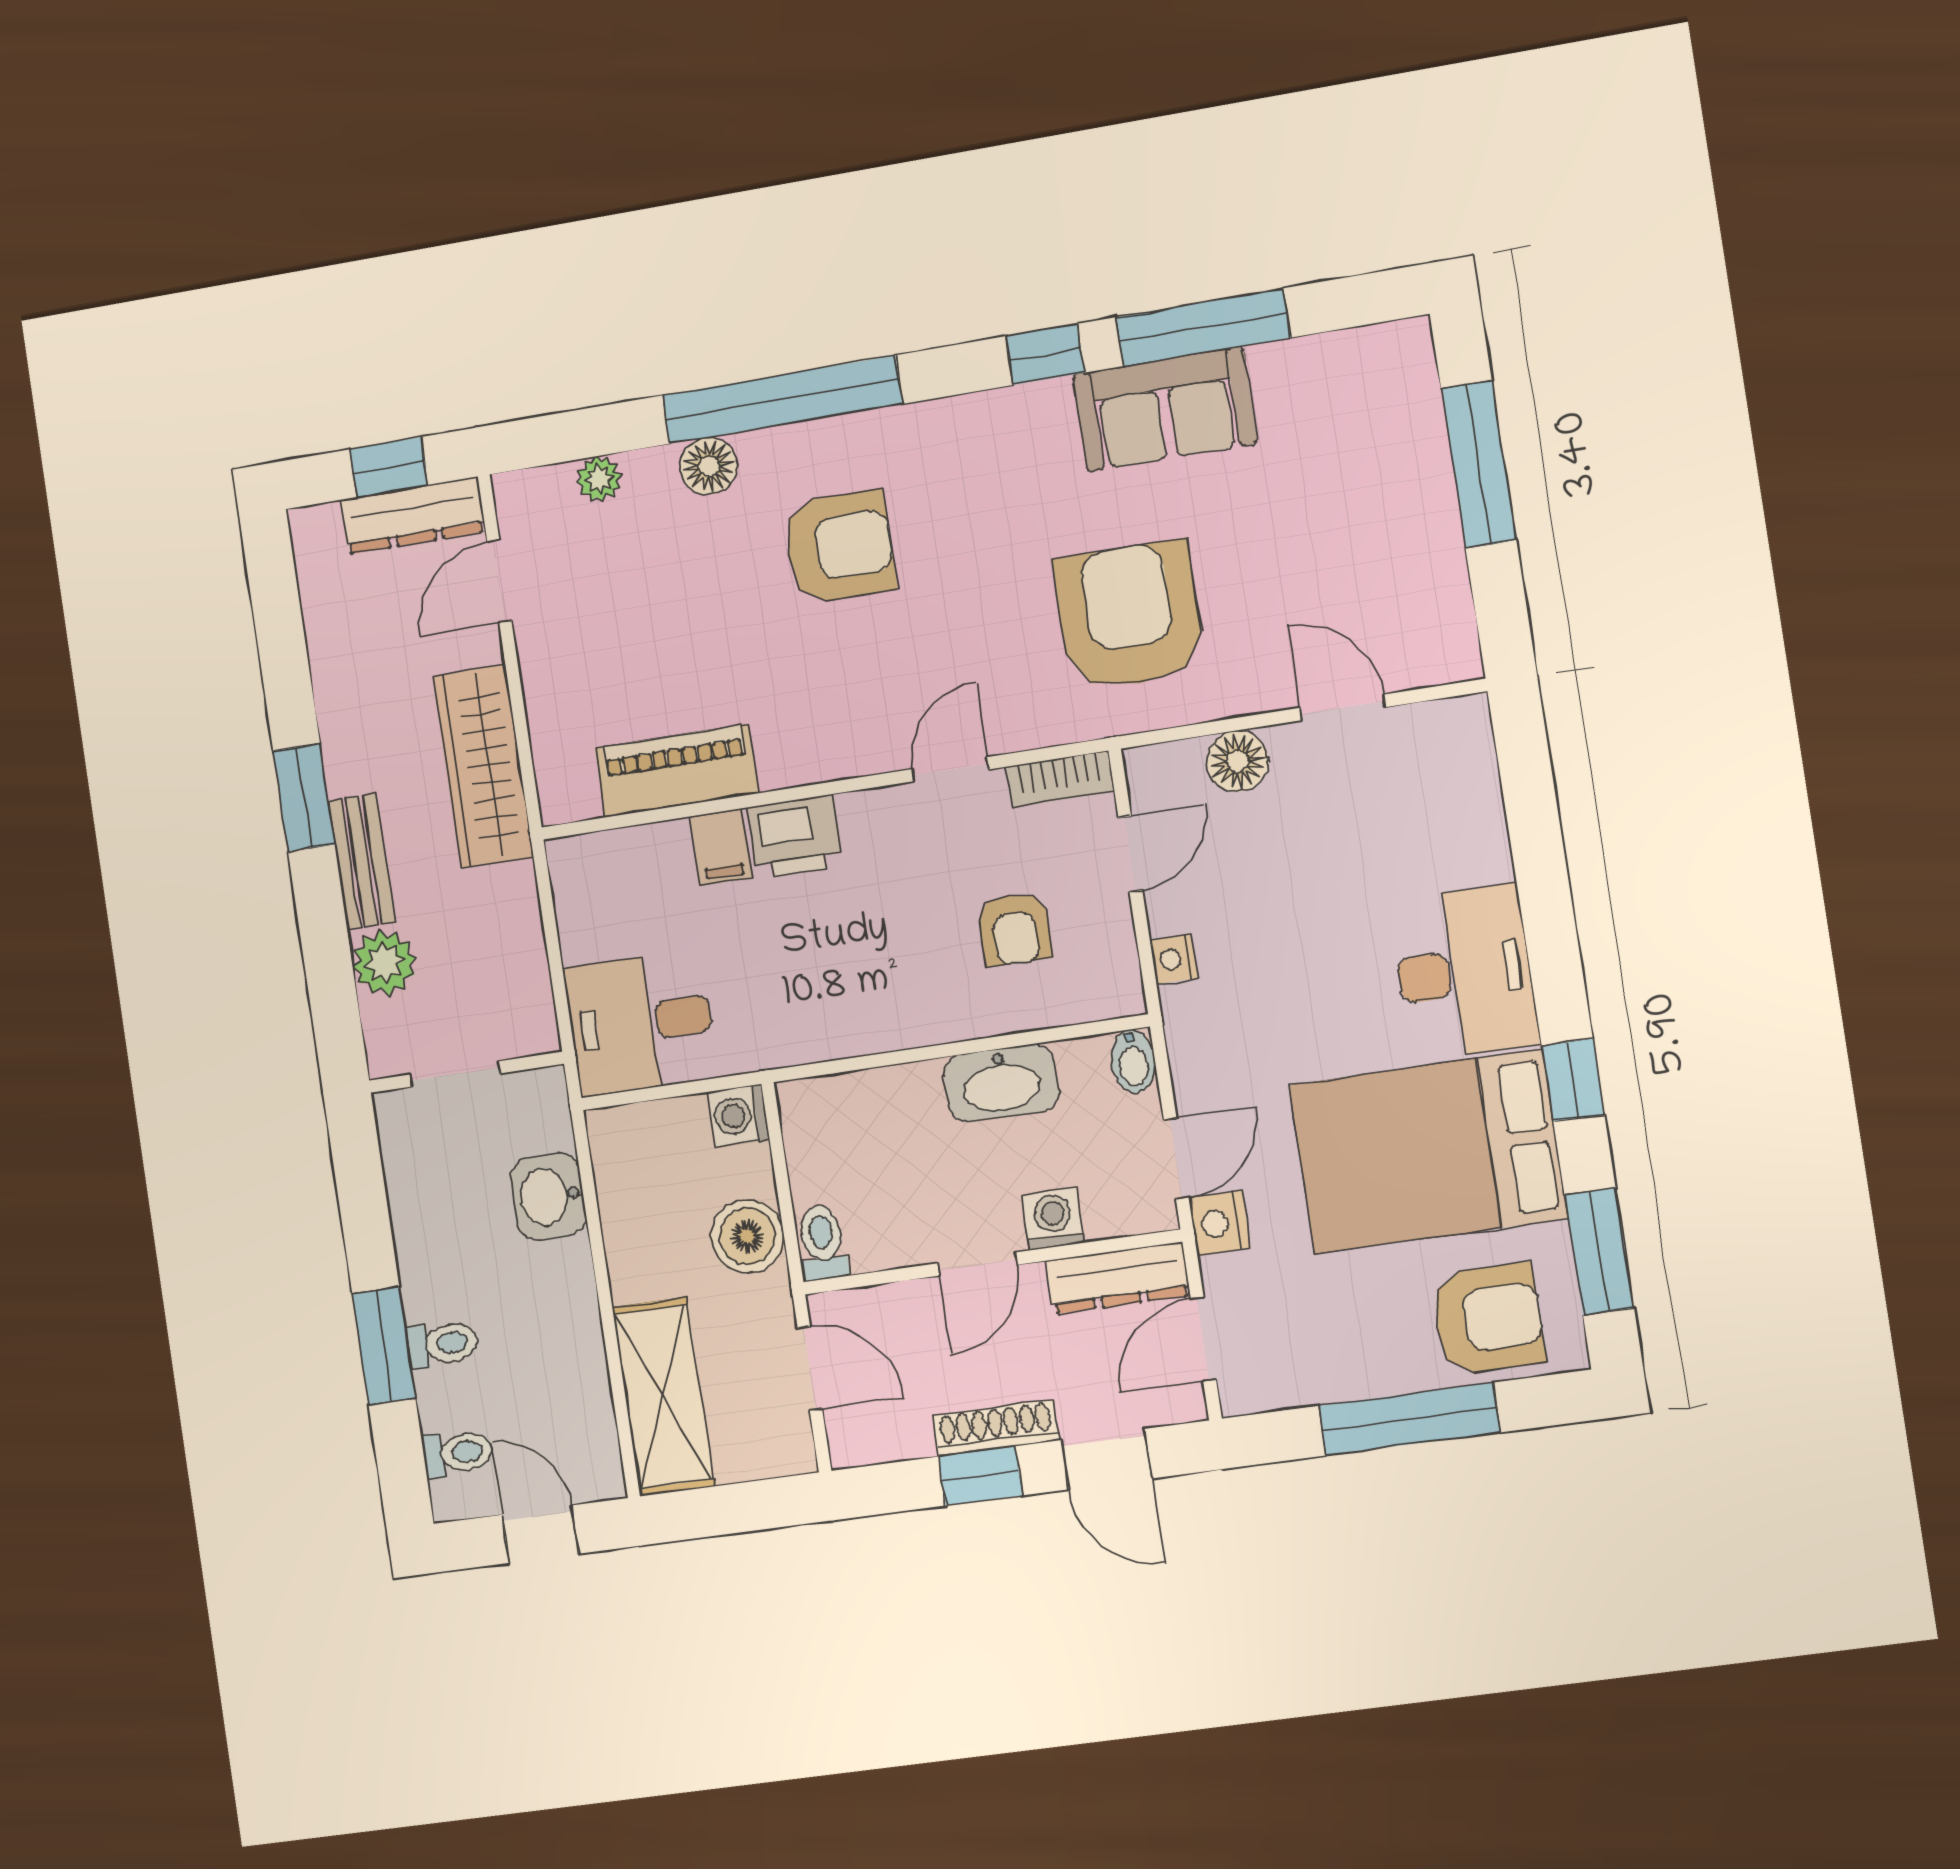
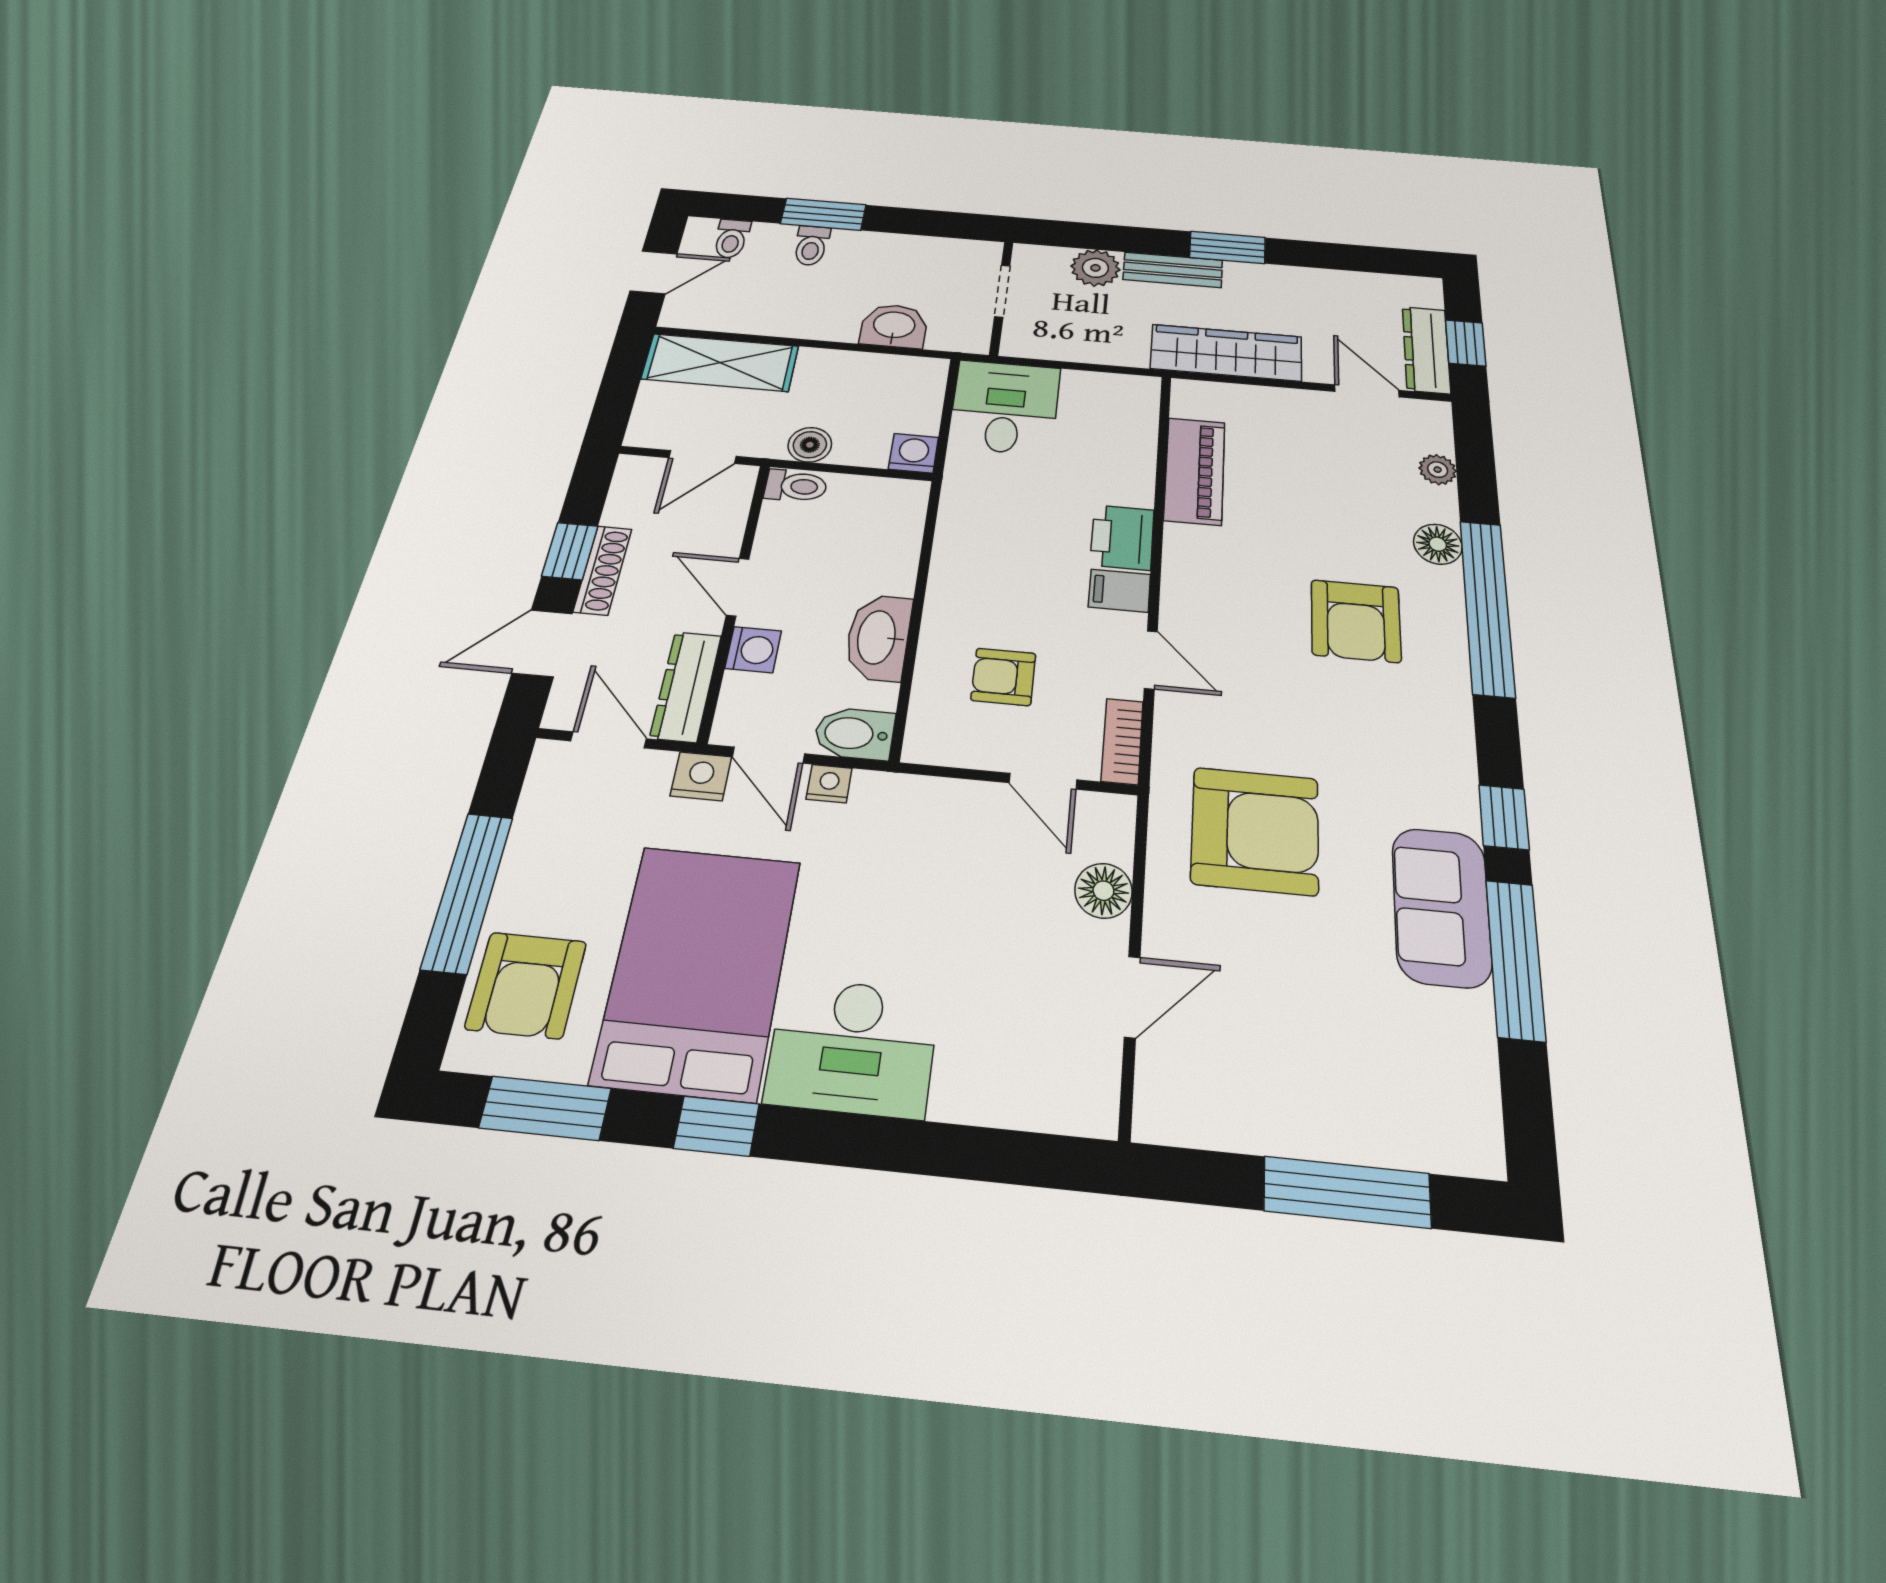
filing cabinet: (721, 847) -> (1119, 591), moved
nightstand: (1174, 959) -> (829, 784), moved
bidet: (1133, 1061) -> (854, 734), width x1.38, depth x1.36
boiler: (747, 1236) -> (810, 445), width x0.73, depth x0.73

